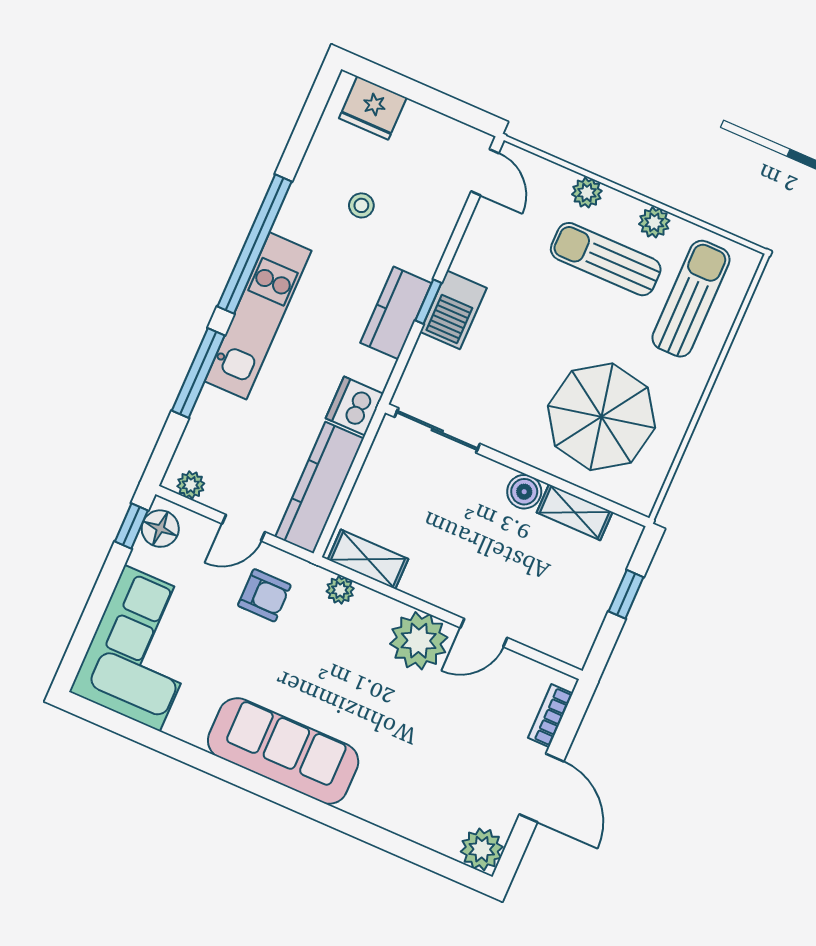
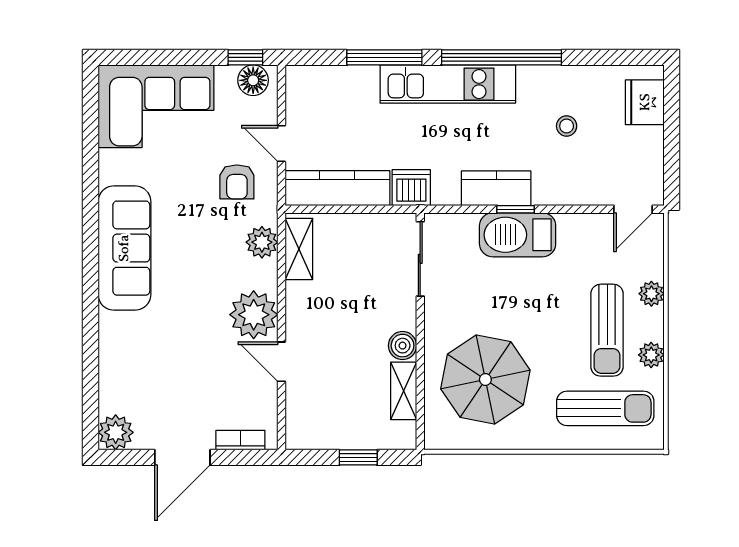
sun lounger: (606, 259) -> (607, 330), turned 180
barbecue: (453, 310) -> (518, 235), width x1.37, depth x1.21
plant: (191, 485) -> (297, 89), removed
plant: (340, 590) -> (262, 242), width x1.38, depth x1.38

